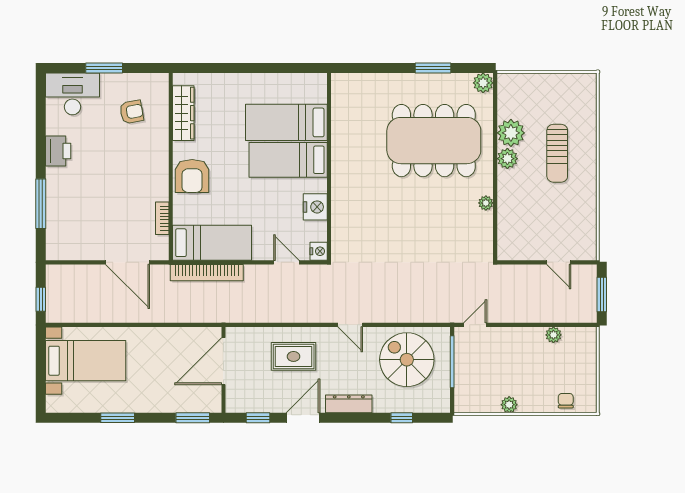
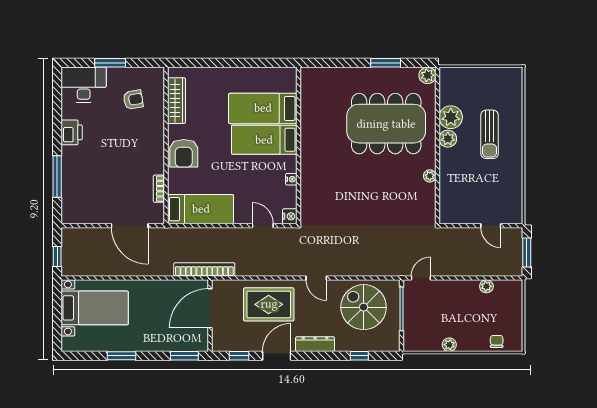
nightstand: (315, 207) -> (291, 179), width x0.53, depth x0.56
bookcase: (207, 273) -> (204, 269), moved, turned 180
rug: (294, 356) -> (269, 304), width x1.36, depth x1.43

